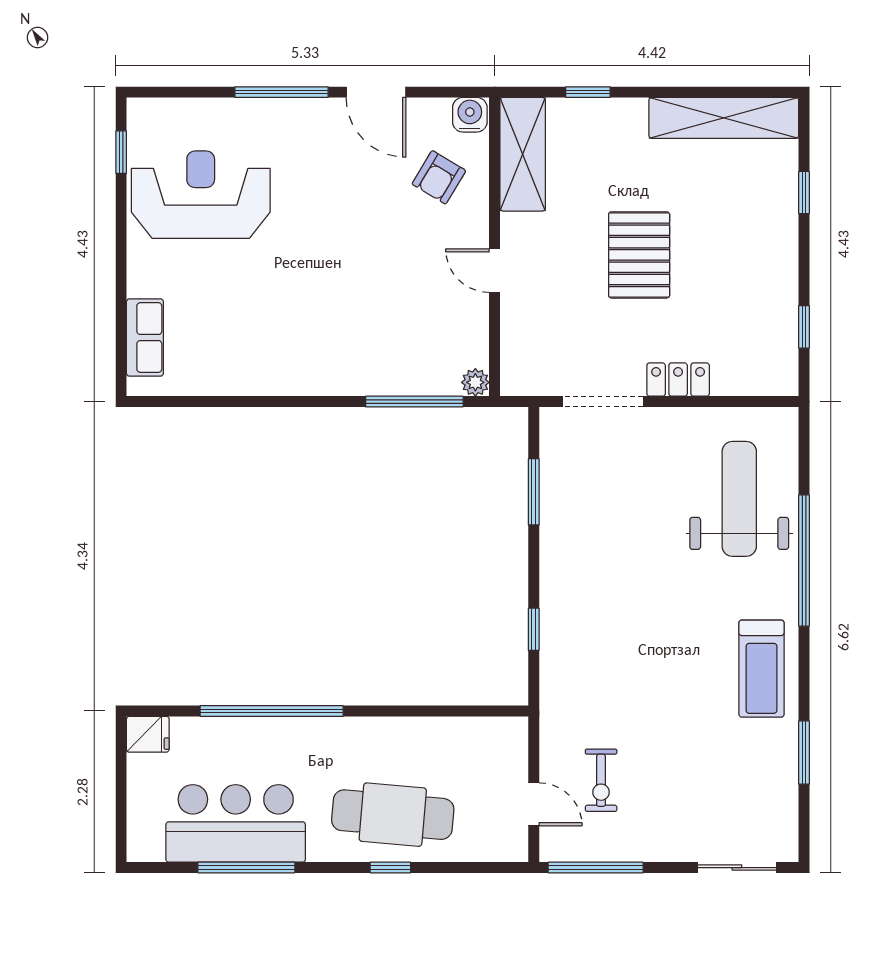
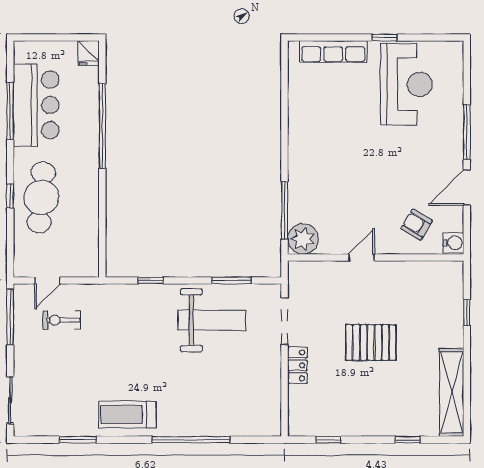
window: (121, 152) -> (384, 37), moved
shelving: (523, 154) -> (430, 274), removed
row of seats: (145, 338) -> (333, 51), width x1.48
plant: (475, 382) -> (303, 239), width x1.88, depth x1.88
weight bench: (739, 499) -> (212, 320), moved

